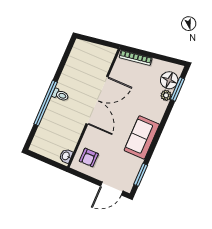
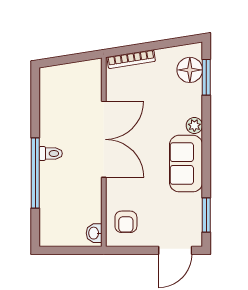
plant: (166, 95) -> (194, 125), moved

